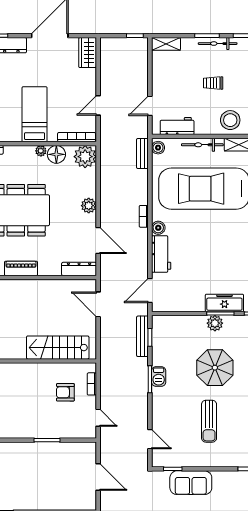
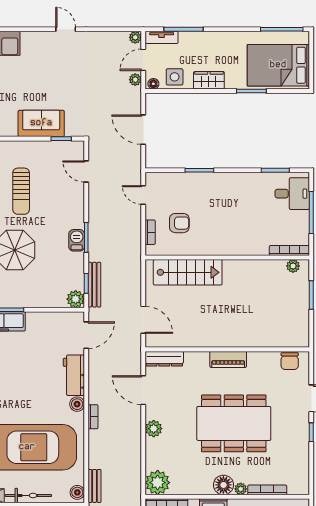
plant: (41, 151) -> (241, 489), moved
floor lamp: (56, 154) -> (223, 485), moved
plant: (215, 323) -> (76, 299), moved
sun lounger: (209, 421) -> (21, 191), turned 180

